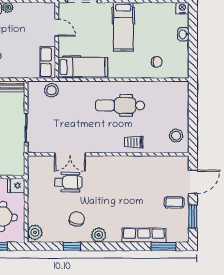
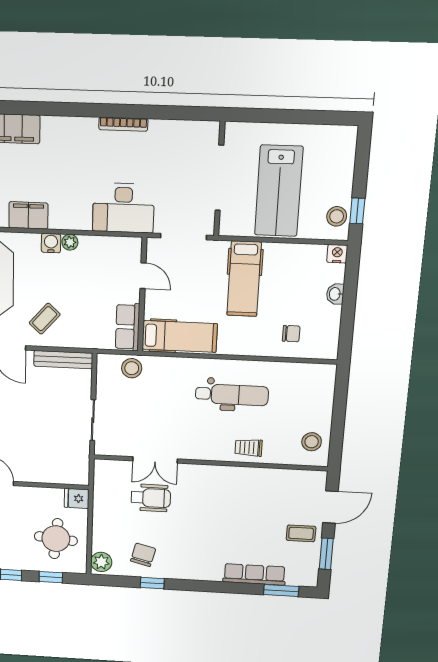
dental chair: (120, 105) -> (232, 395), turned 180
chair: (77, 219) -> (143, 555), moved
plant: (99, 235) -> (190, 570), removed

